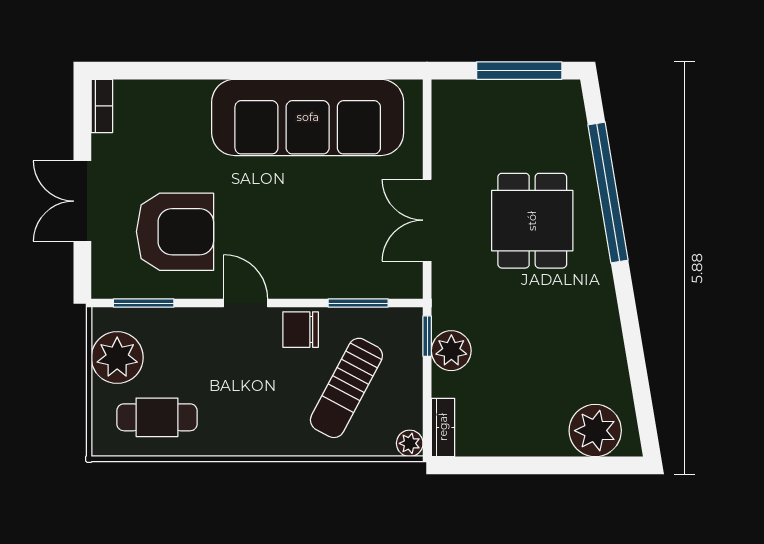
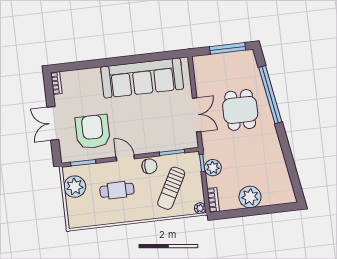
double door: (427, 220) -> (197, 115), swing flipped
armchair: (175, 232) -> (93, 132), turned -90
chair: (301, 330) -> (149, 166), turned 180
cafe table: (157, 417) -> (117, 190), moved
plant: (595, 431) -> (250, 197), moved

